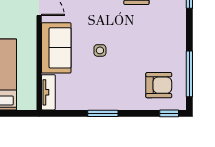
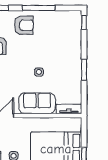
window: (189, 74) -> (39, 8), moved
armchair: (159, 85) -> (24, 25), moved, turned 90

